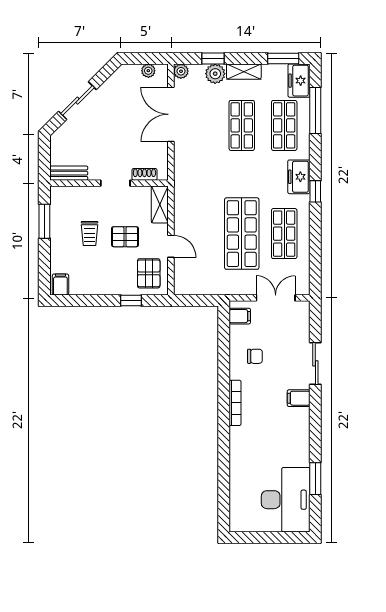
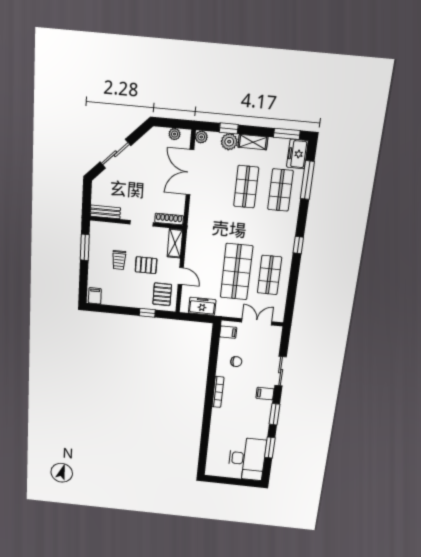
shoe rack: (144, 174) -> (169, 219), width x1.43
freezer: (299, 177) -> (202, 306), moved, turned 90
window: (315, 427) -> (274, 414), added

